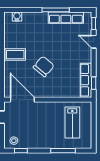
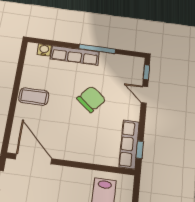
row of seats: (66, 18) -> (75, 55), moved
chair: (44, 66) -> (91, 99), moved

